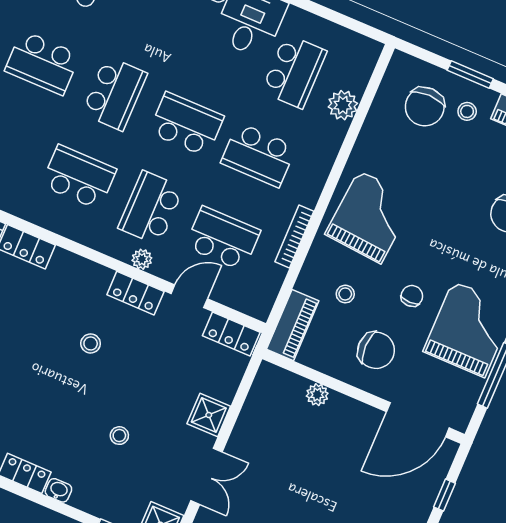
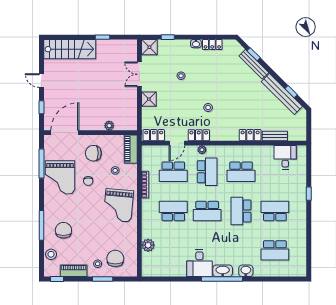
school desk: (294, 71) -> (173, 250), removed

